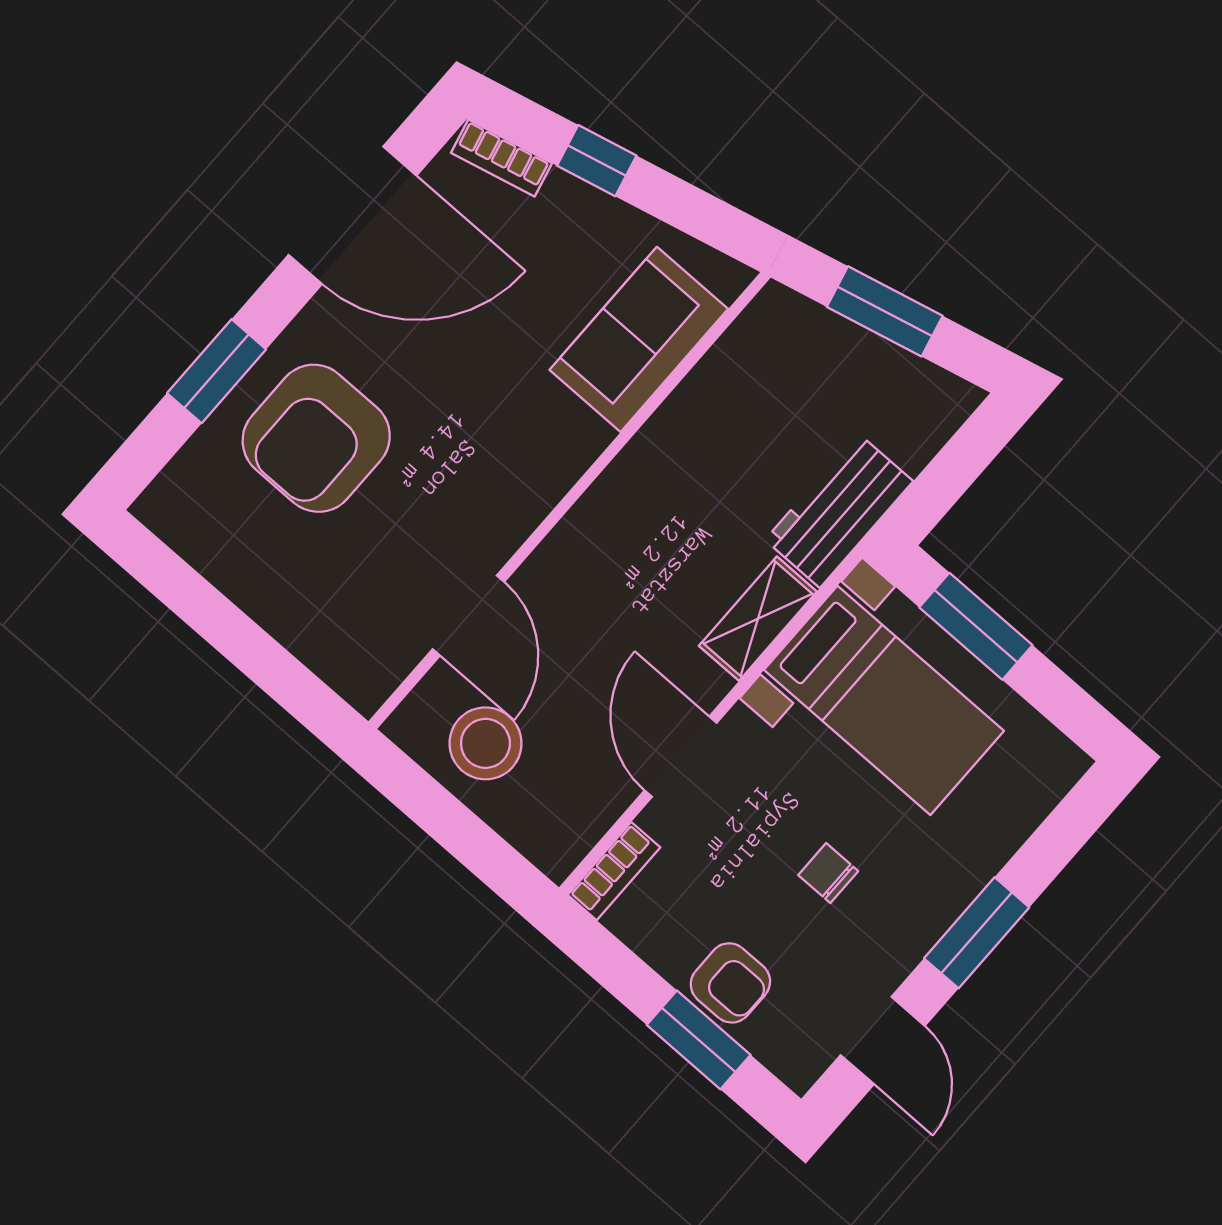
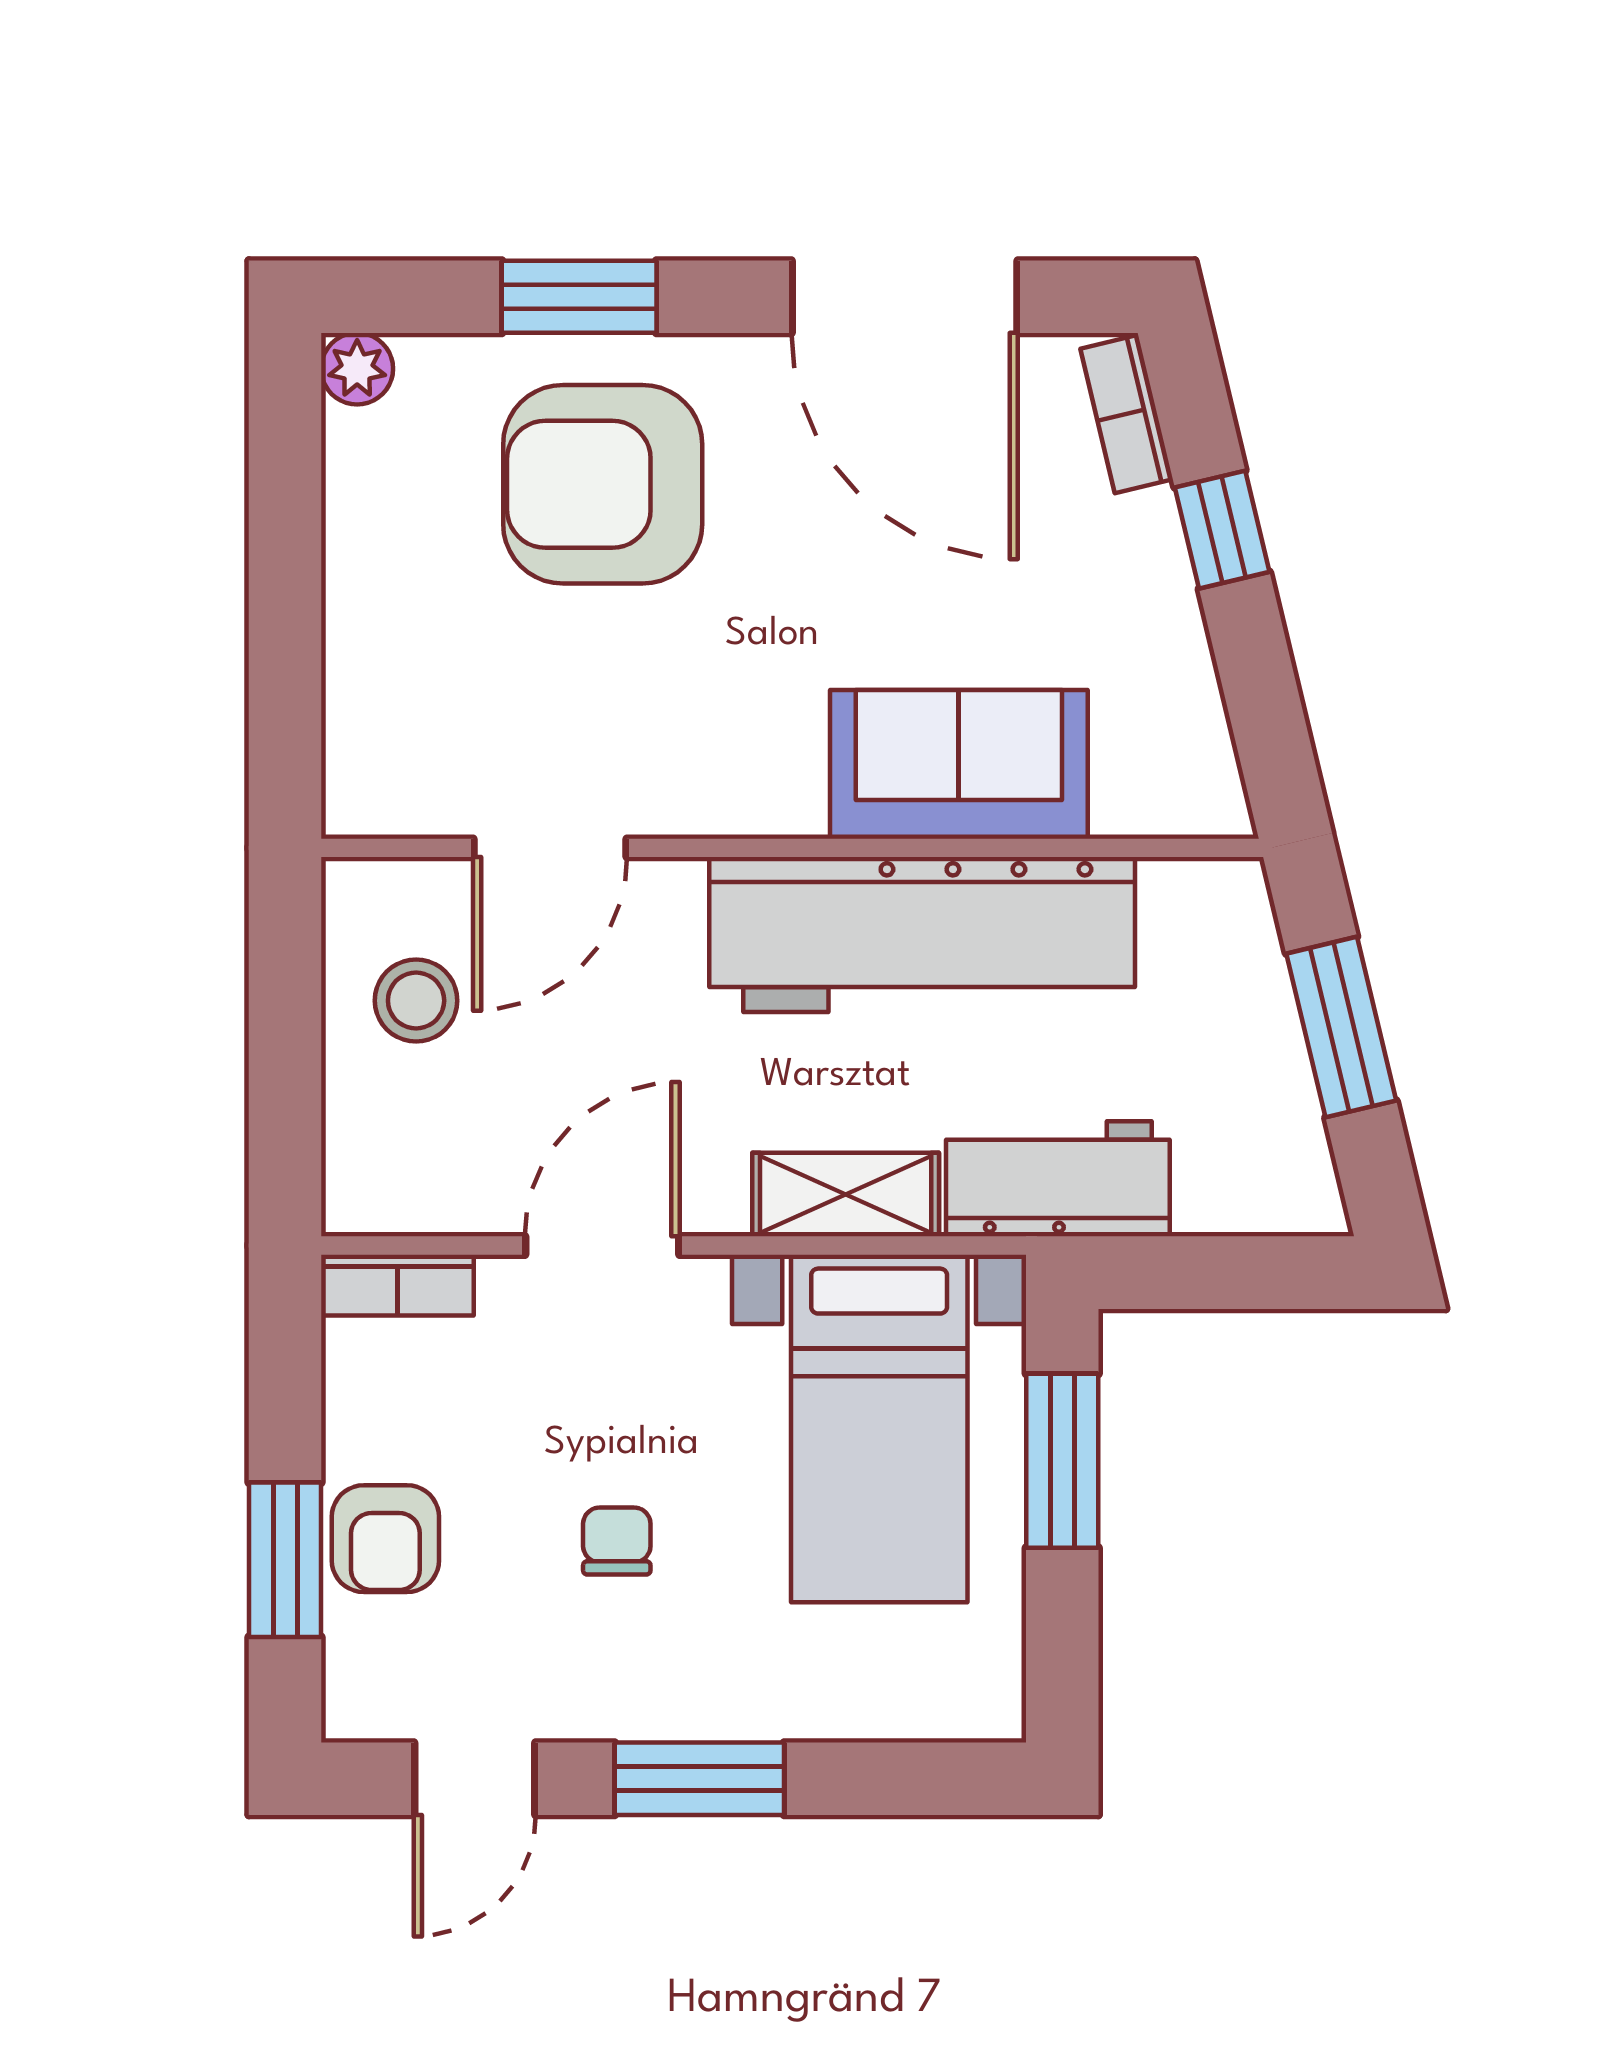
sofa: (639, 339) -> (959, 764), moved
workbench: (665, 473) -> (922, 935), added
plant: (158, 508) -> (357, 369), added
stool: (485, 743) -> (416, 1001), width x0.73, depth x0.73

